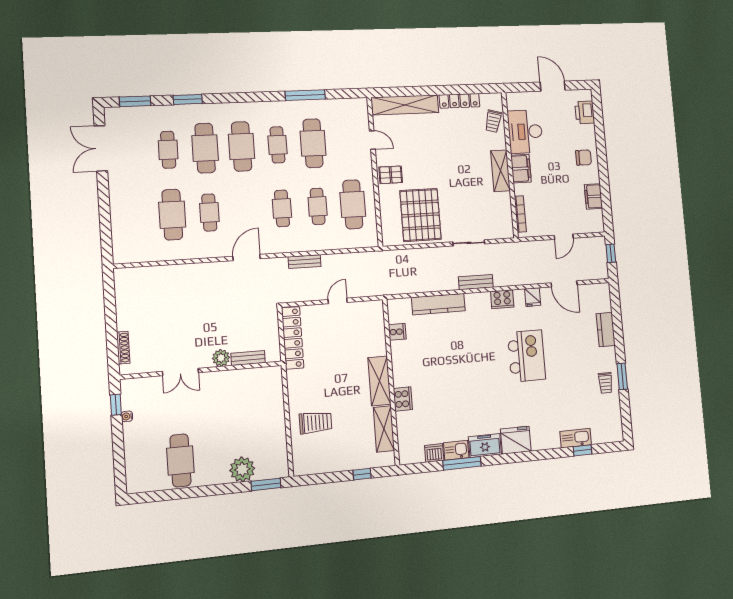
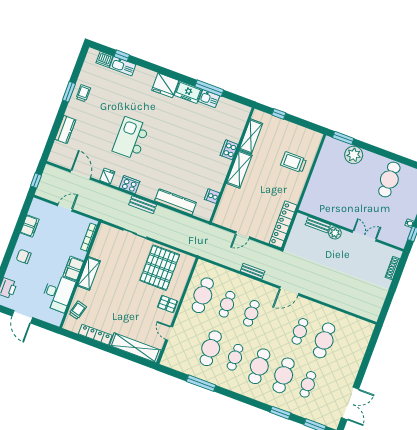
dishwasher: (434, 453) -> (104, 59), moved

